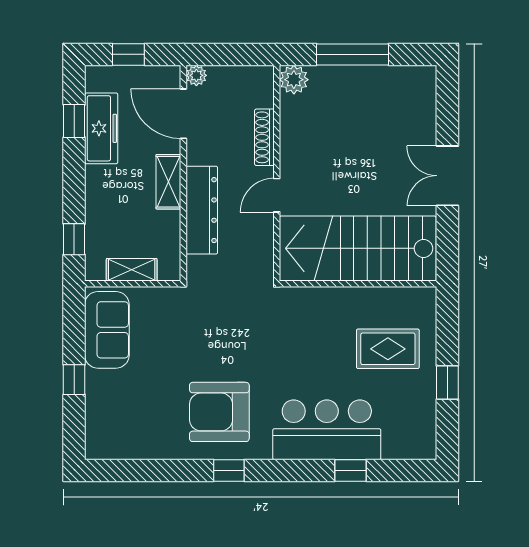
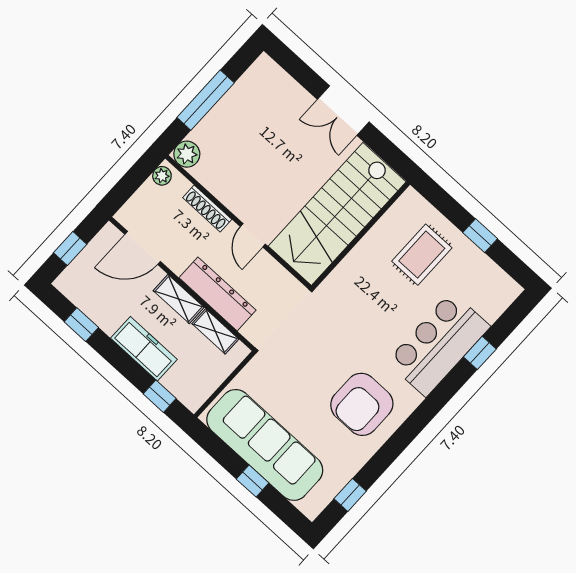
plant: (196, 75) -> (162, 176), moved
freezer: (101, 128) -> (144, 349), moved
shelving: (132, 270) -> (215, 331), moved, turned 90
sofa: (107, 330) -> (265, 445), width x1.85, depth x1.27
window: (229, 470) -> (350, 495), moved

